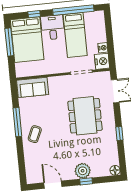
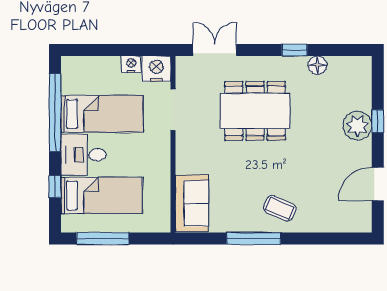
bed: (27, 40) -> (102, 195), width x0.67
floor lamp: (115, 170) -> (317, 65), moved

